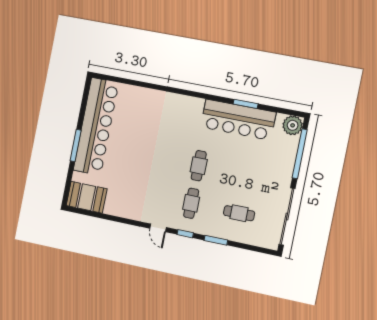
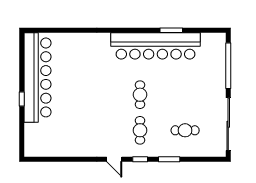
bar counter: (238, 120) -> (156, 46), width x1.36
plant: (293, 125) -> (217, 41), removed
window: (76, 146) -> (22, 99), width x0.46
booth: (87, 197) -> (42, 145), removed

